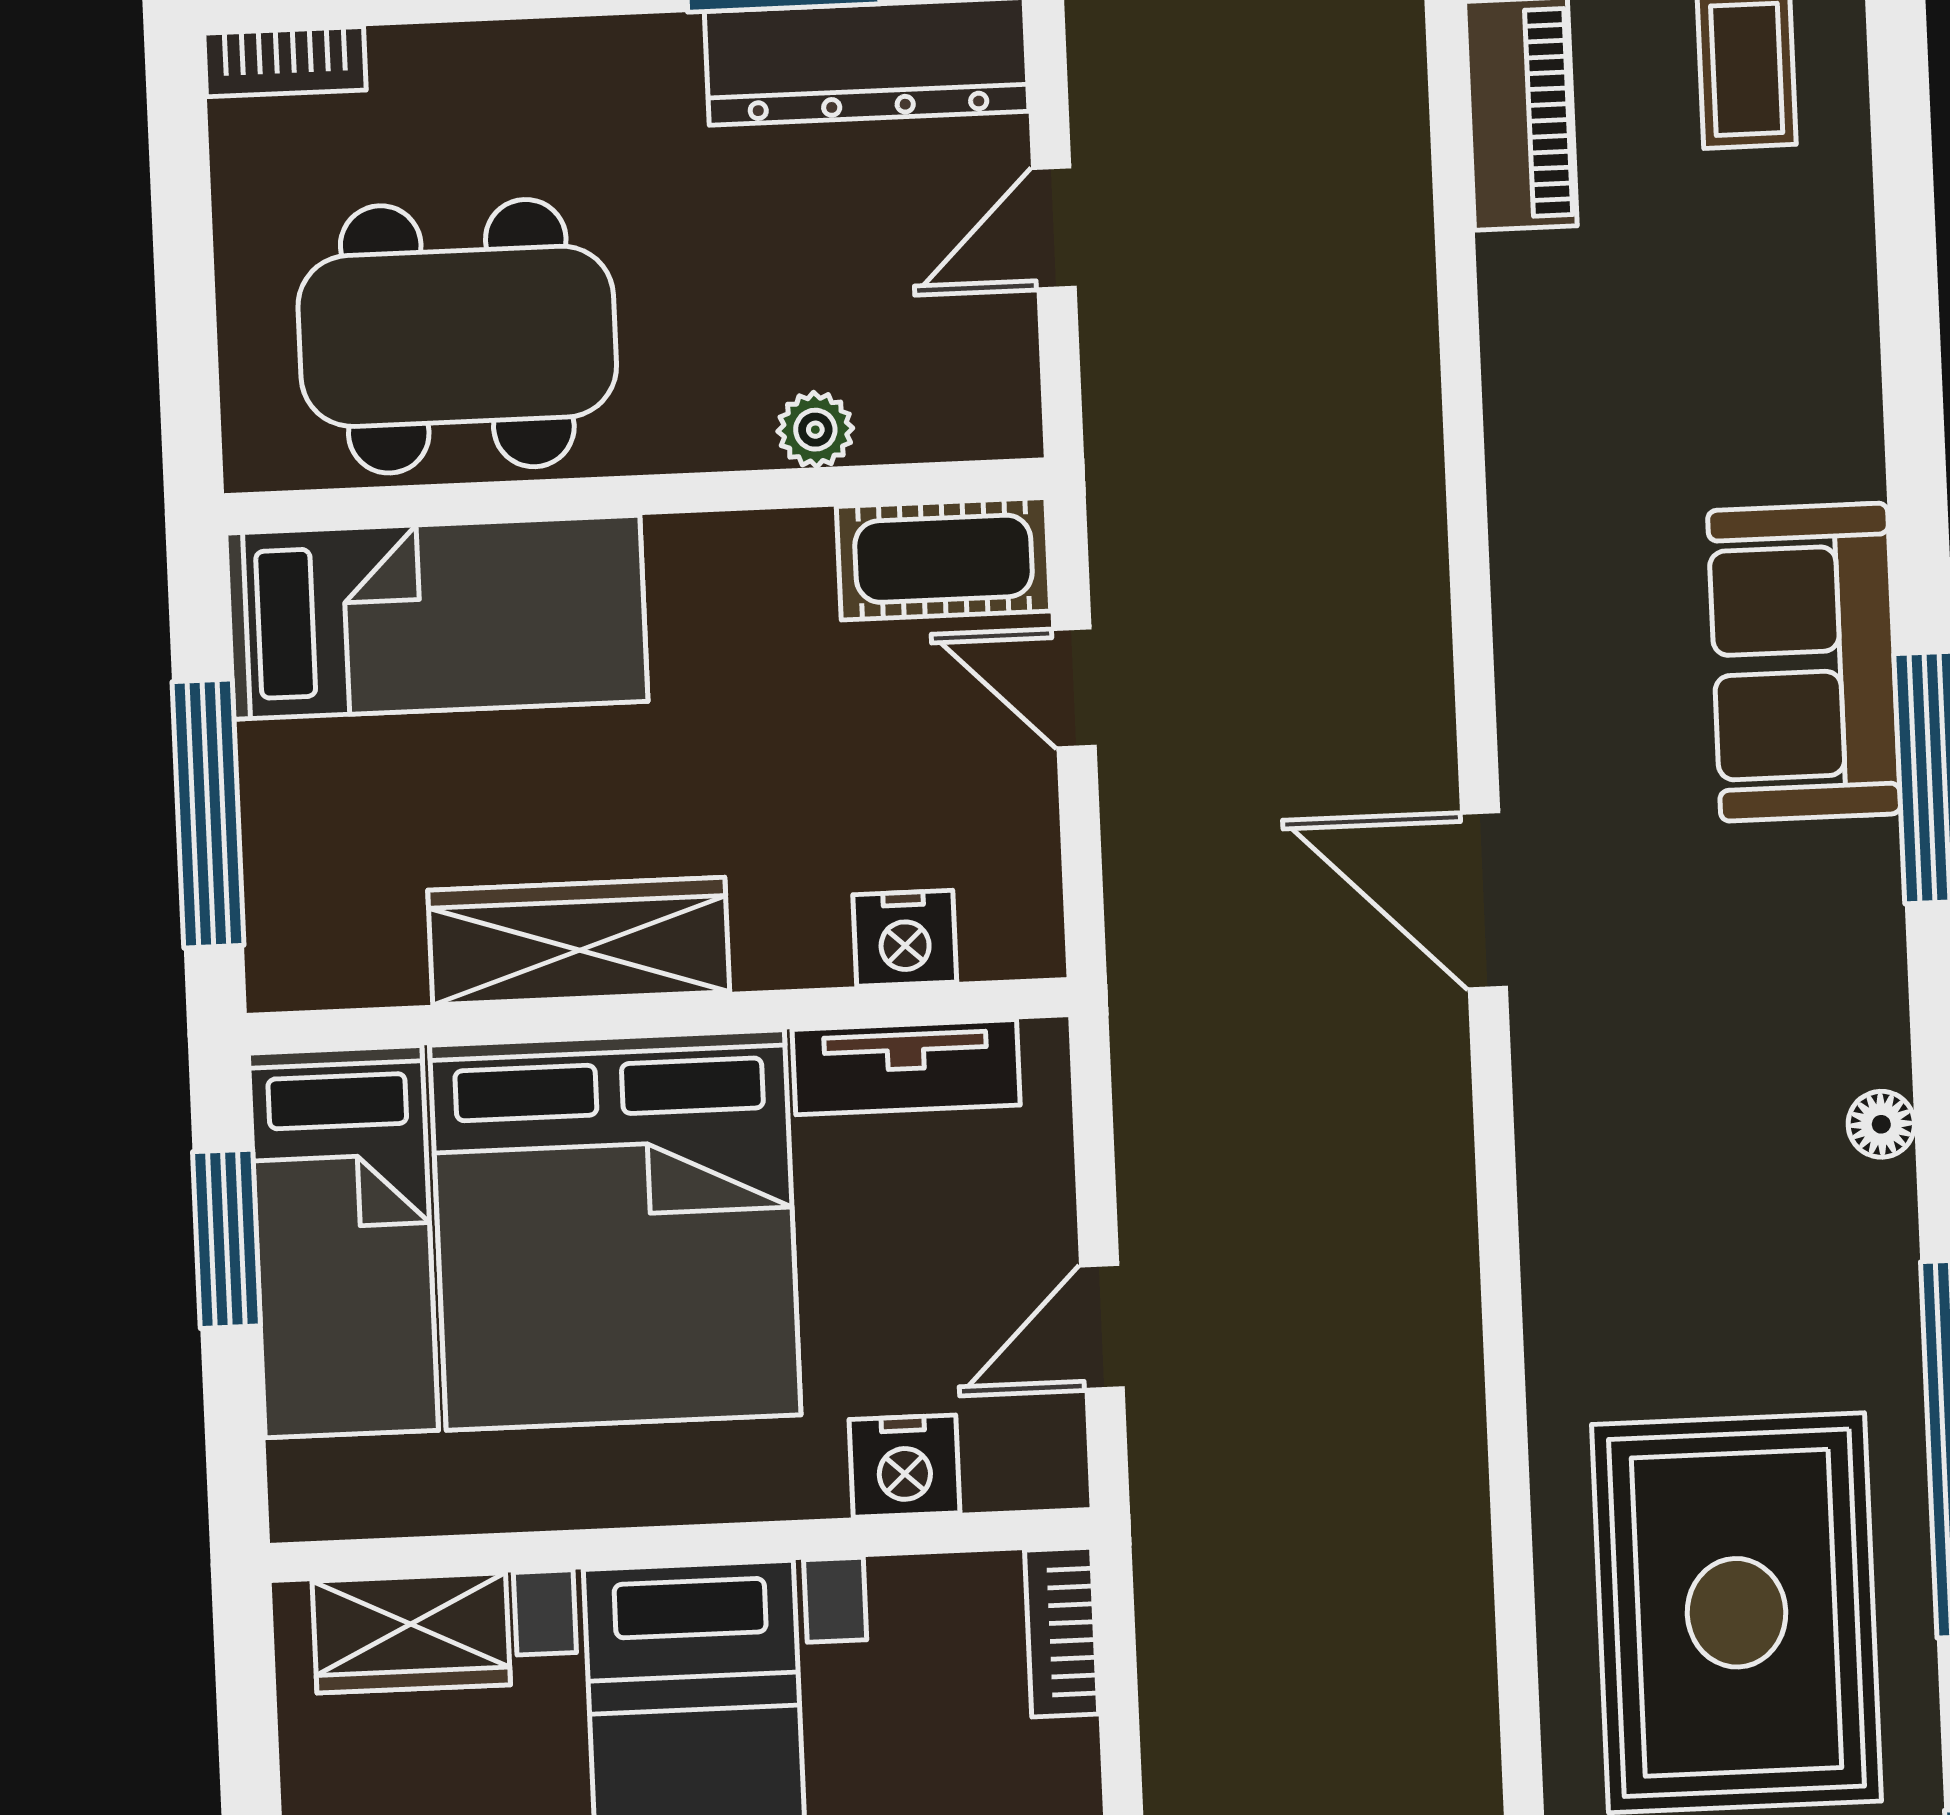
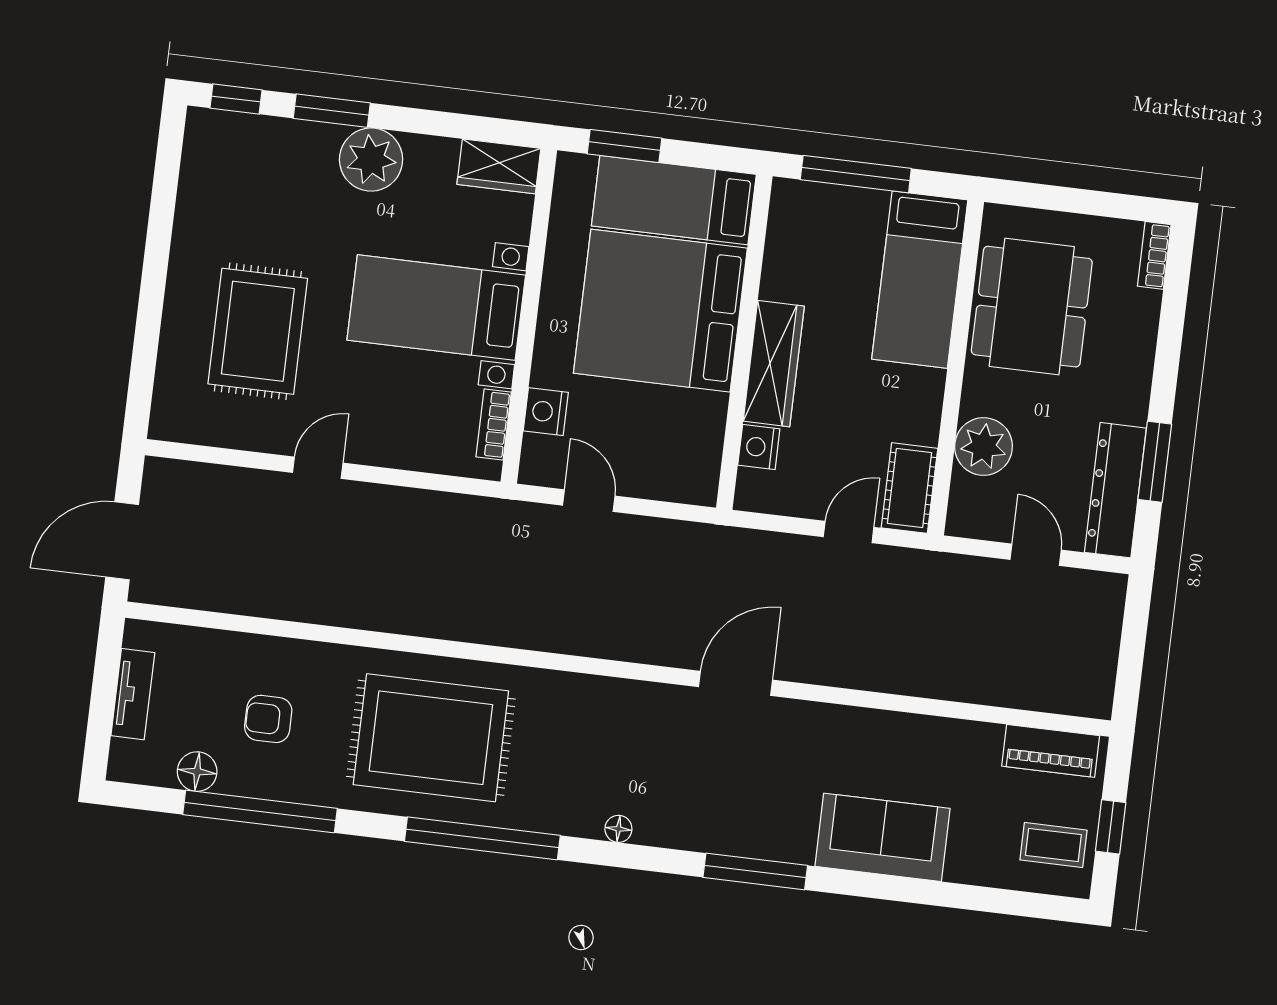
plant: (815, 430) -> (984, 447), width x1.87, depth x1.87
sofa: (1804, 662) -> (882, 837), moved
wardrobe: (579, 941) -> (774, 364), moved
tv unit: (906, 1067) -> (707, 439), removed
window: (227, 1239) -> (624, 146), moved
bookcase: (1062, 1632) -> (494, 424), moved, turned -90
wardrobe: (411, 1633) -> (499, 166), moved, turned -90

